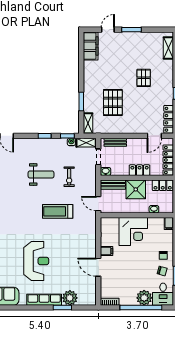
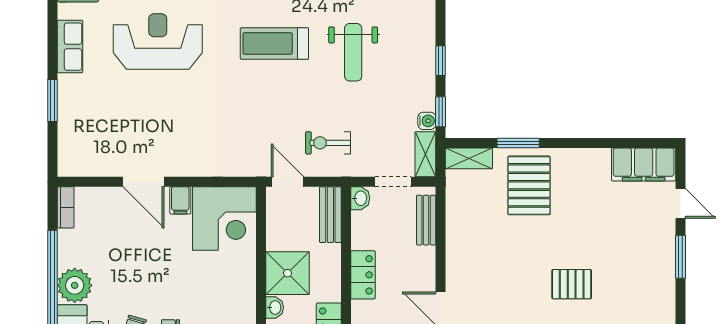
pallet: (113, 102) -> (529, 185), moved, turned 90
exercise bike: (69, 177) -> (328, 143), moved
shower: (136, 189) -> (288, 273), moved
door: (98, 204) -> (287, 182), hinge flipped
treadmill: (58, 211) -> (274, 43), moved, turned -90
corner desk: (133, 231) -> (224, 218), moved, turned -90
reception desk: (36, 261) -> (158, 41), turned 180
door: (98, 267) -> (143, 182), swing flipped
plant: (70, 298) -> (74, 117), removed
row of seats: (44, 300) -> (70, 47), width x0.68

